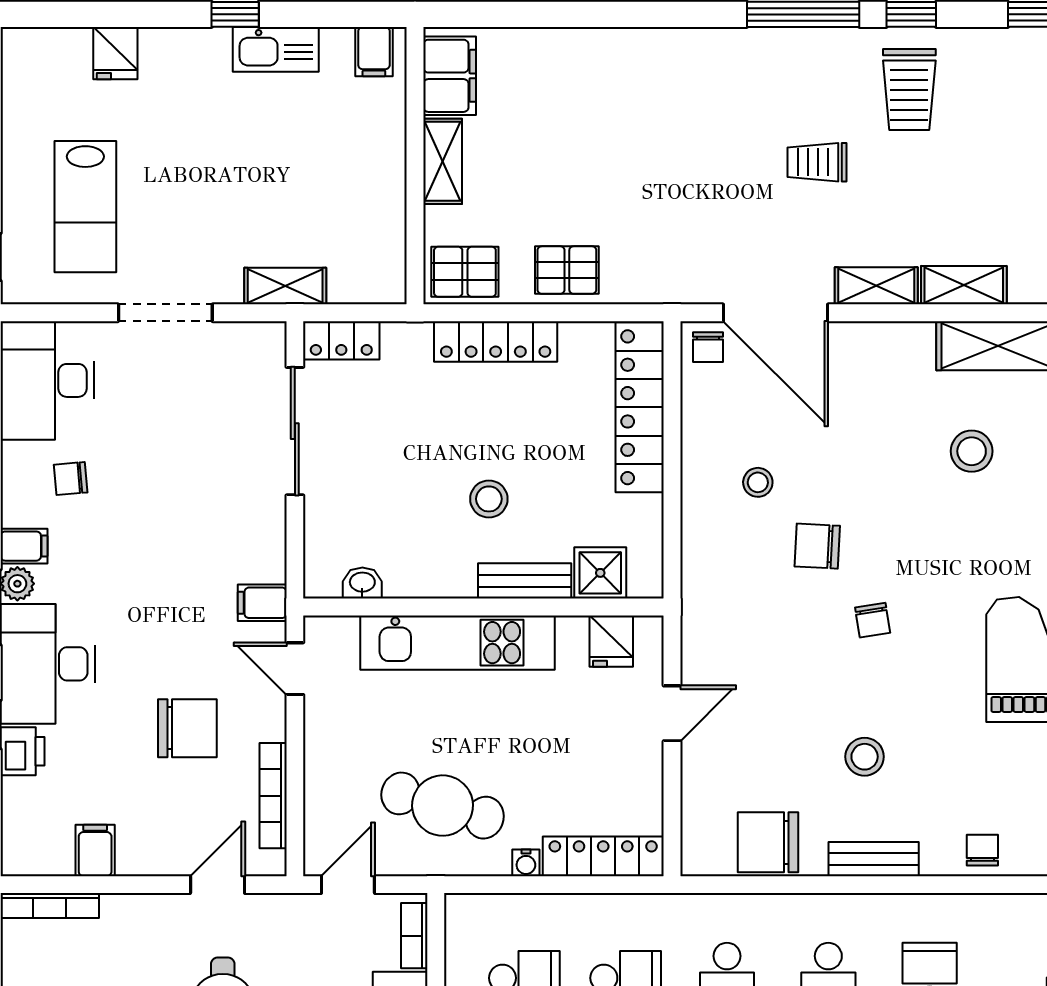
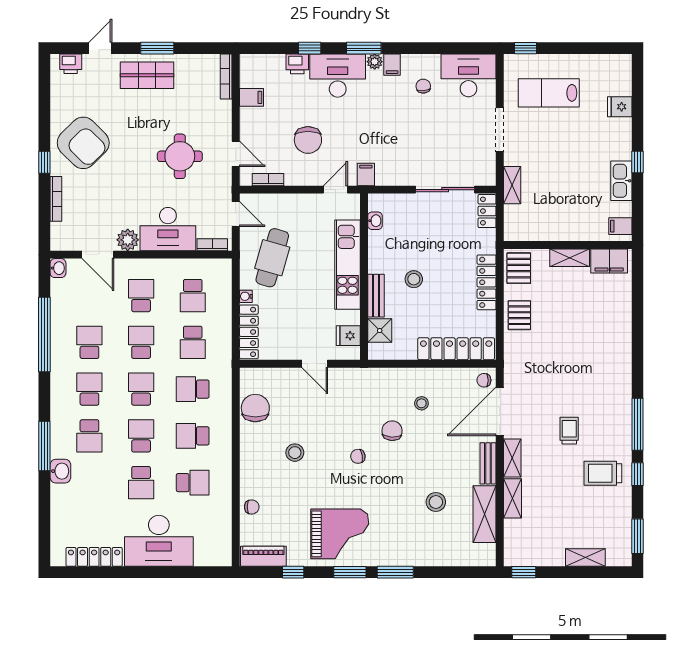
bookcase: (273, 796) -> (268, 180), width x0.64
bench: (874, 859) -> (488, 463), moved

